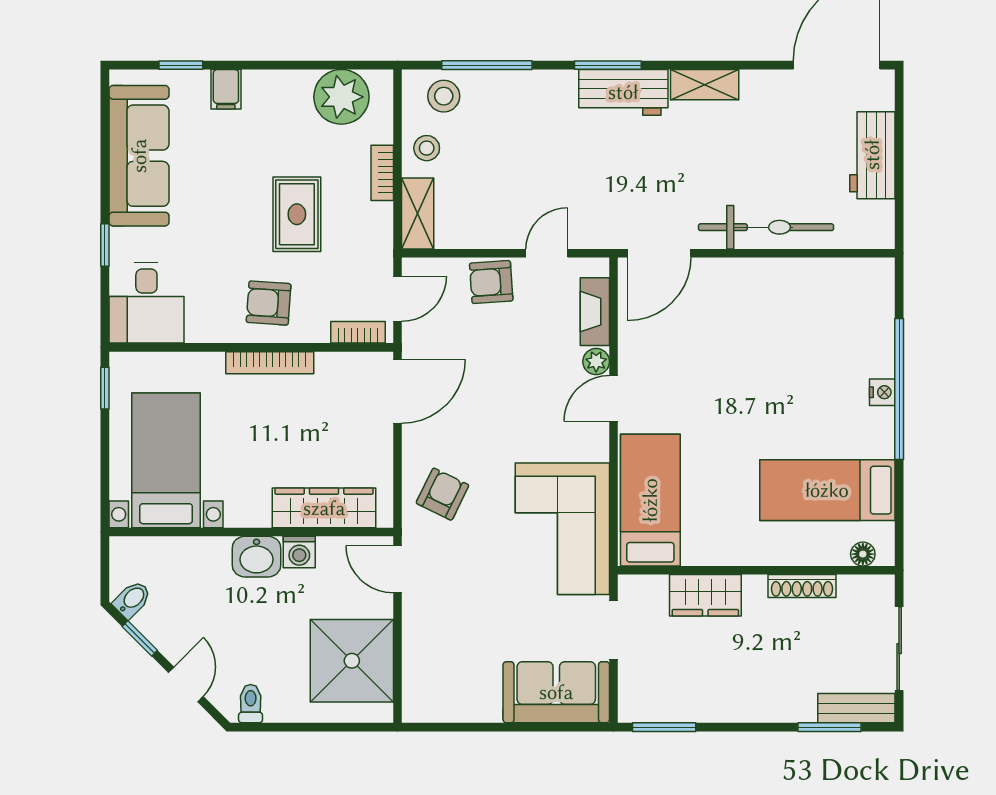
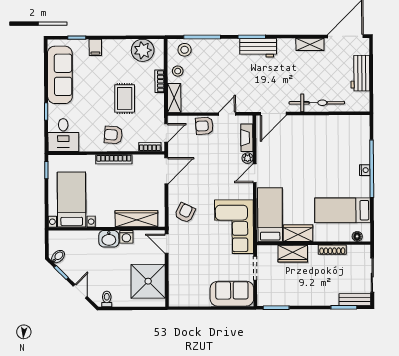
shelving: (705, 85) -> (310, 44), moved
wardrobe: (718, 546) -> (298, 233), added

